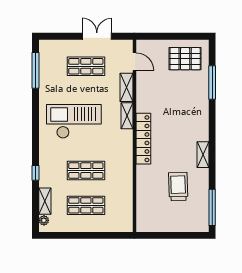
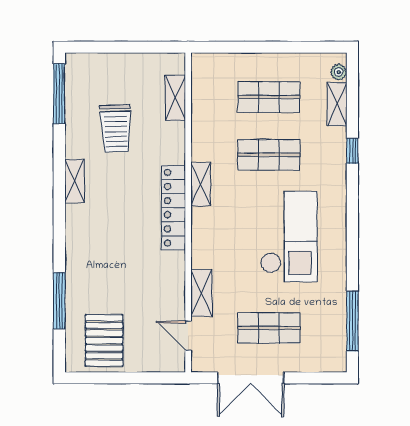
double door: (97, 36) -> (251, 378), width x1.37
pallet: (185, 59) -> (104, 340), turned 90
shelving: (127, 116) -> (201, 184), moved
checkout: (74, 121) -> (289, 236), turned -90
shelving: (142, 205) -> (175, 98), added

